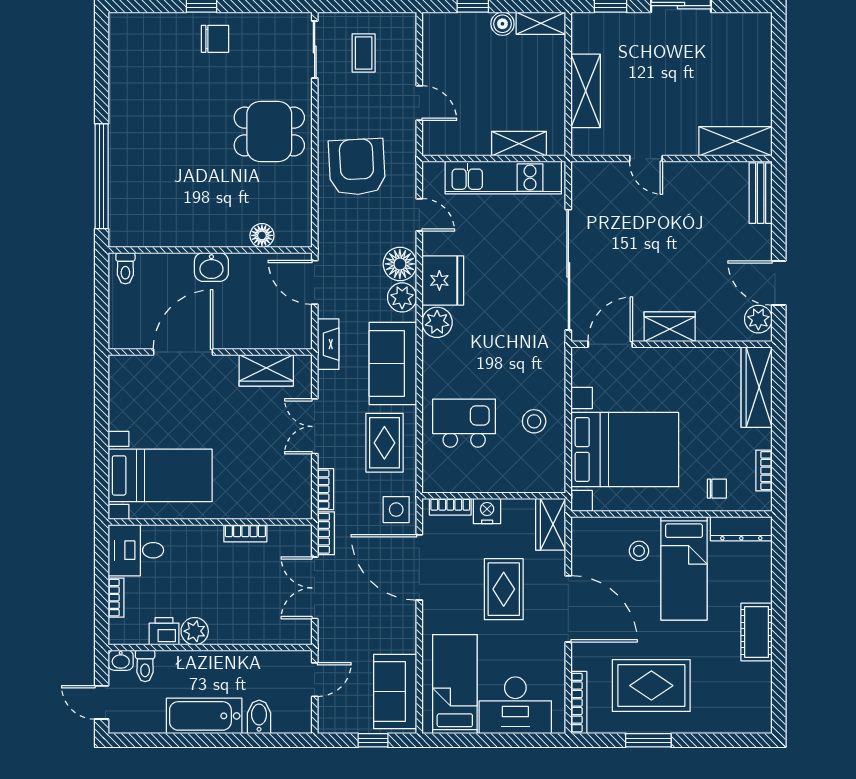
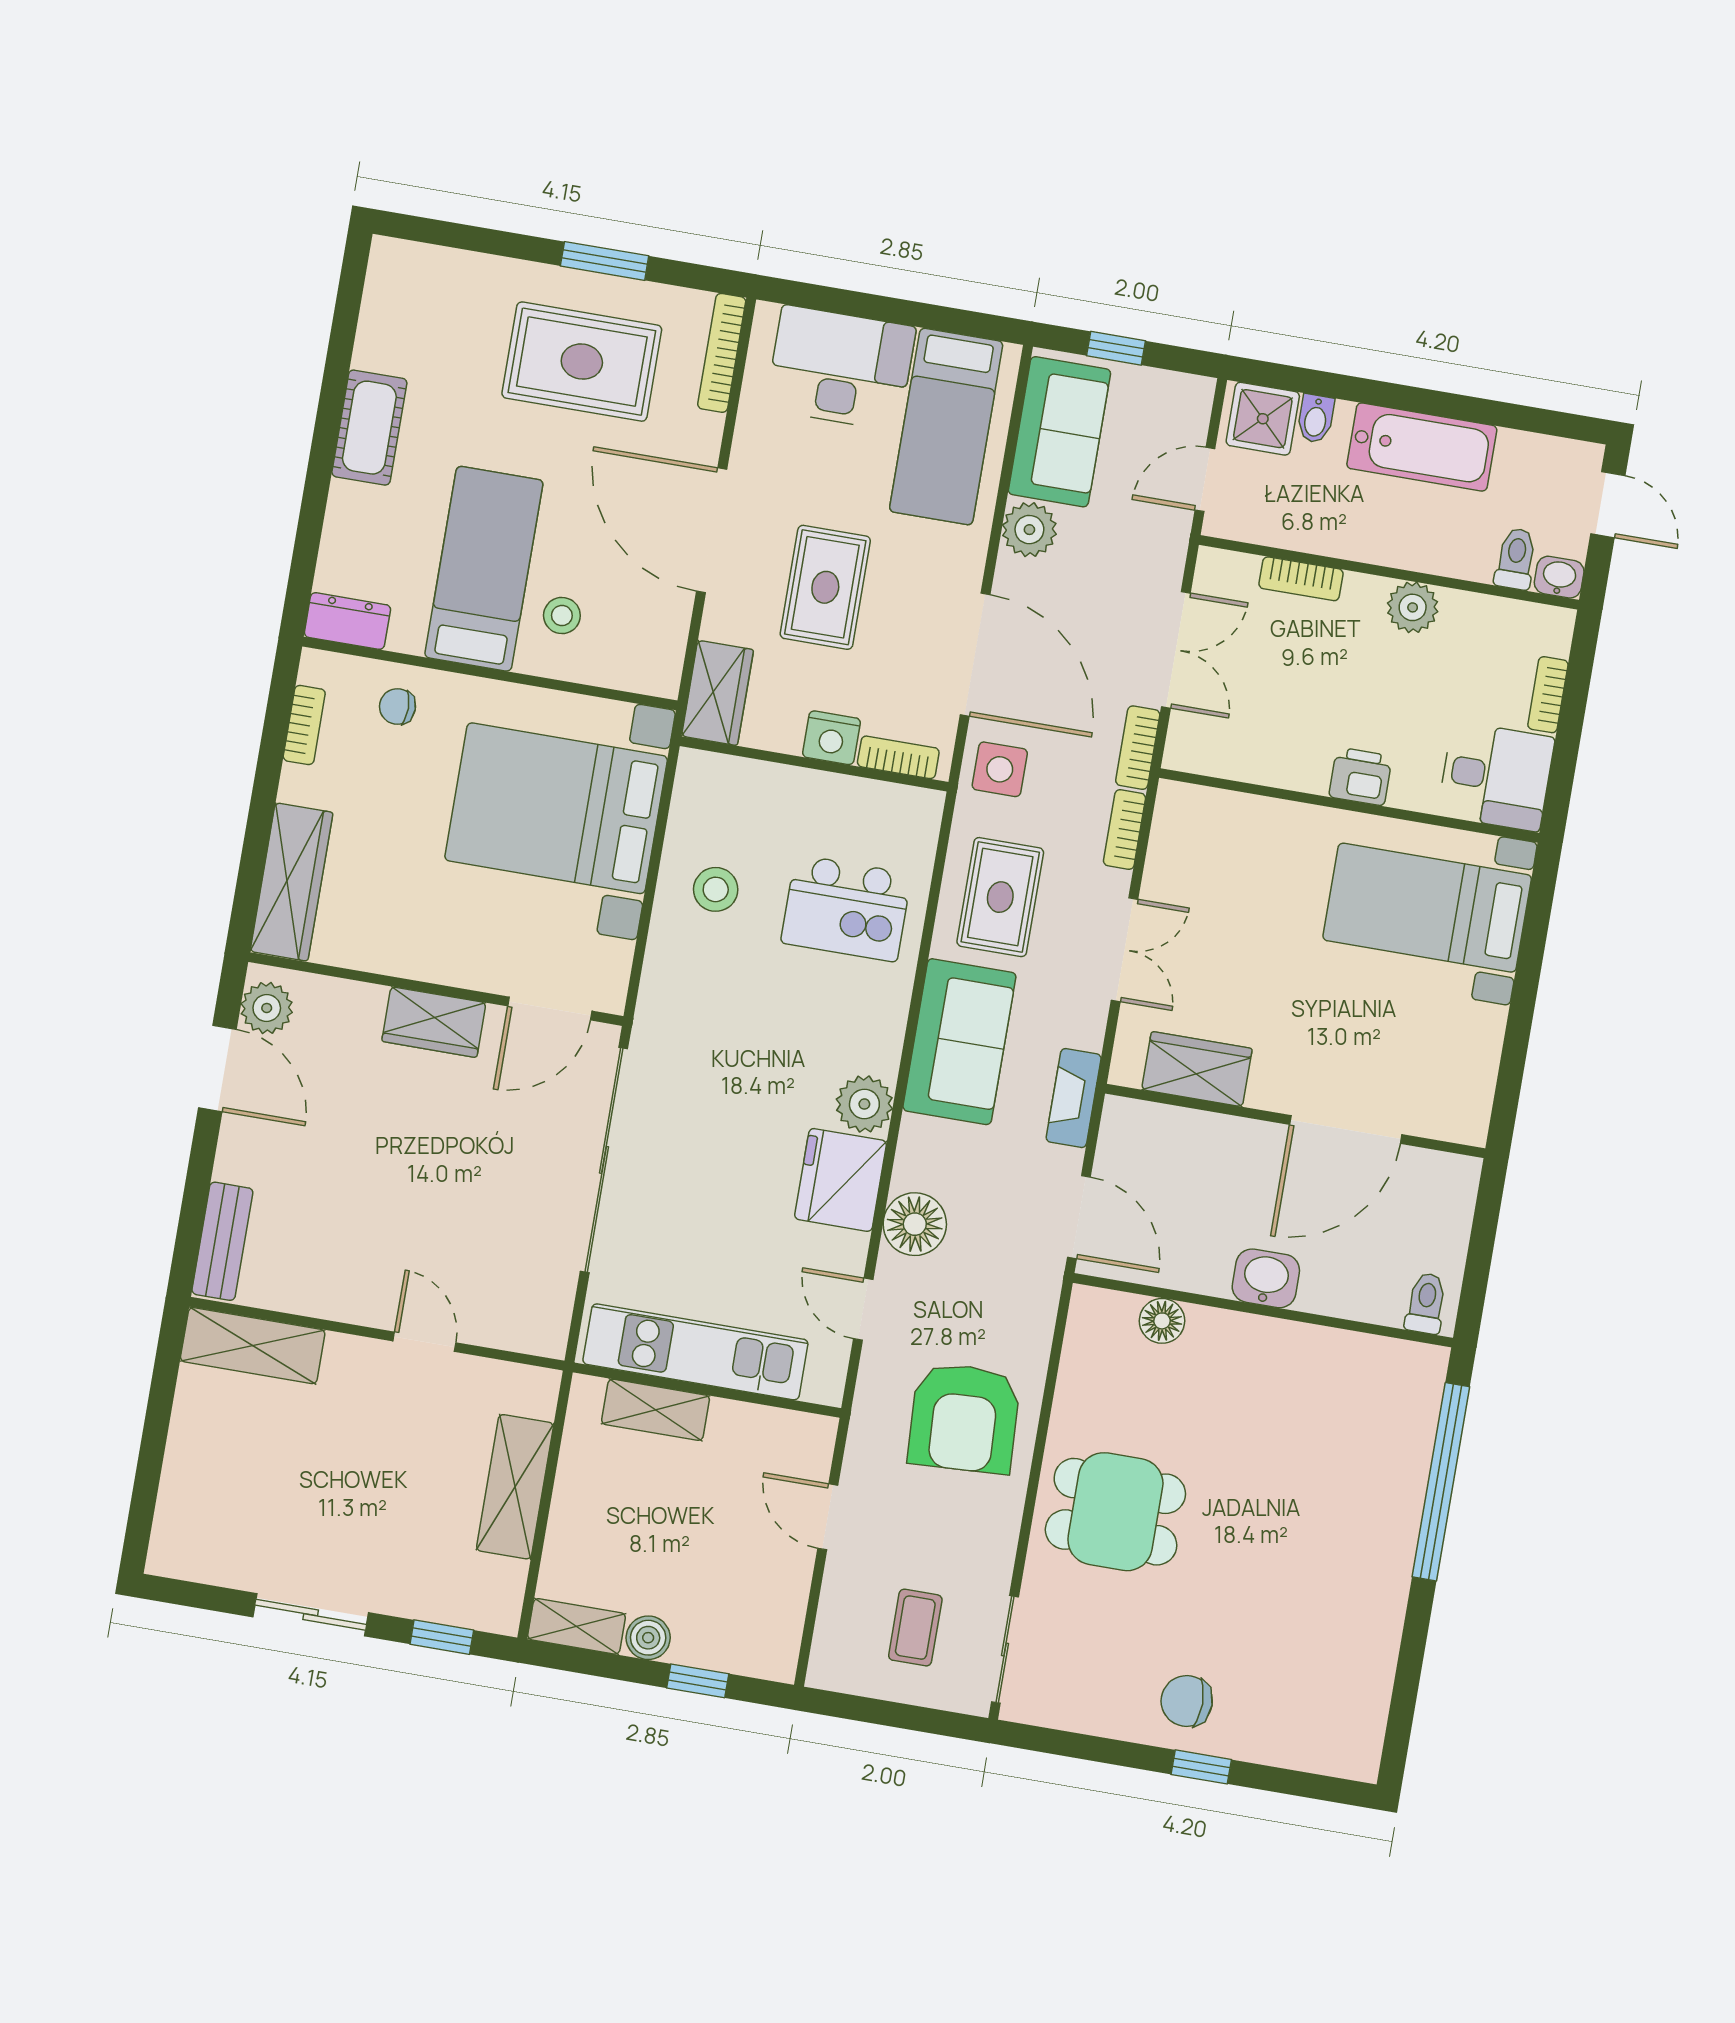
plant: (402, 297) -> (1029, 530), moved
dresser: (741, 529) -> (347, 621), width x0.70
bookcase: (245, 533) -> (1301, 579), moved, turned 180
printer: (164, 631) -> (1360, 776), moved, turned 180
bidet: (259, 717) -> (1316, 419), width x0.72, depth x0.74
shower: (290, 717) -> (1263, 419), added

